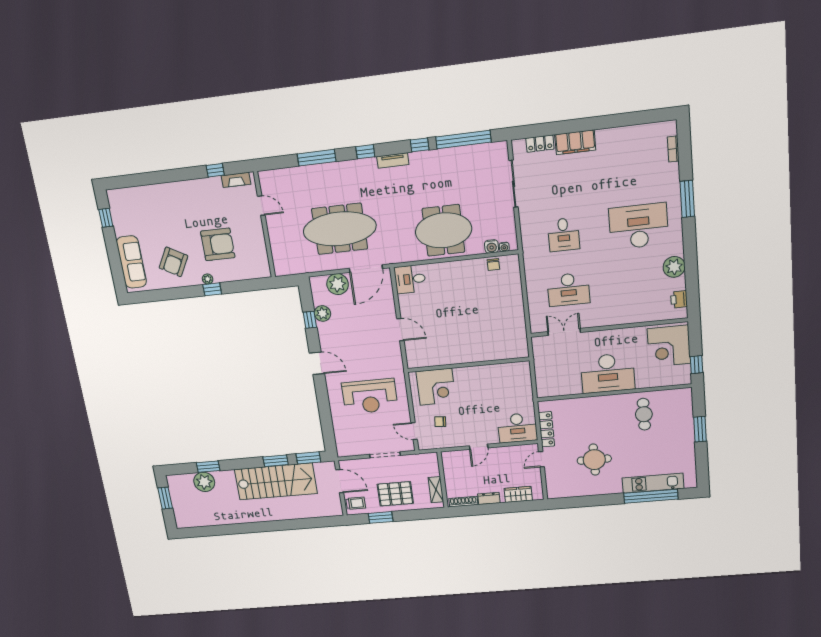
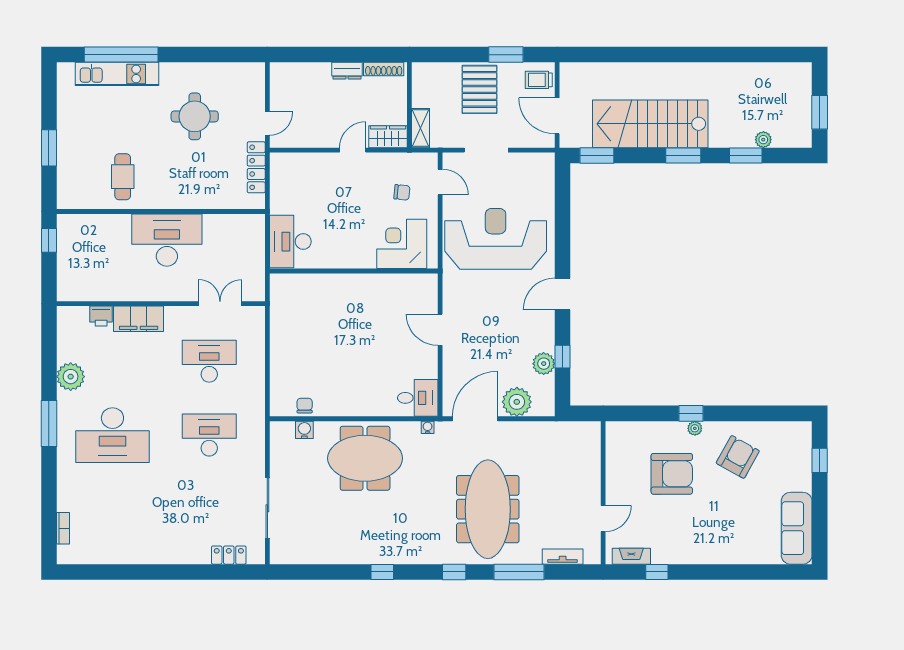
window: (463, 139) -> (325, 572), removed
filing cabinet: (575, 142) -> (139, 319), moved, turned 180
tv unit: (393, 160) -> (563, 557), moved
window: (687, 199) -> (49, 423), moved
door: (261, 206) -> (603, 519), swing flipped
window: (106, 218) -> (820, 460), moved
meeting table: (340, 229) -> (488, 509), moved, turned 90
desk: (564, 235) -> (209, 435), width x1.37
armchair: (218, 244) -> (672, 474), turned 180
water cooler: (504, 247) -> (428, 427), moved
sofa: (131, 262) -> (797, 528), moved
printer: (679, 299) -> (101, 316), moved, turned 90
double door: (564, 332) -> (220, 304), swing flipped
corner desk: (669, 346) -> (84, 270), removed
door: (317, 363) -> (563, 294), hinge flipped
reception desk: (370, 396) -> (496, 239), width x1.36, depth x1.30
desk: (517, 428) -> (290, 242), moved, turned -90
window: (276, 461) -> (683, 155), moved
plant: (204, 482) -> (763, 140), width x0.53, depth x0.53
shelving: (436, 490) -> (421, 128), moved
pallet: (395, 494) -> (480, 89), turned 90
wardrobe: (518, 494) -> (388, 137), moved, turned 180

